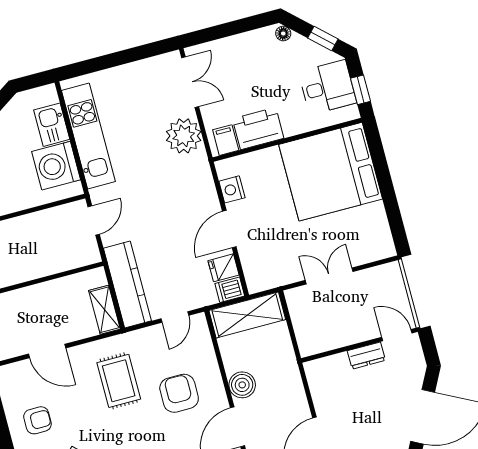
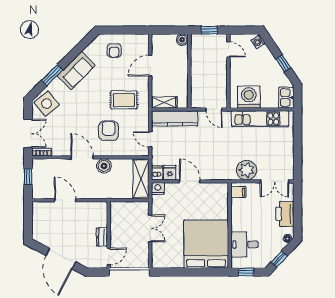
desk: (327, 87) -> (244, 244), moved, turned 90
kitchen sink: (52, 125) -> (286, 98), moved, turned -90
printer: (258, 129) -> (285, 214), moved, turned 180
nightstand: (232, 189) -> (158, 188), moved
armchair: (179, 393) -> (109, 131), turned -90

